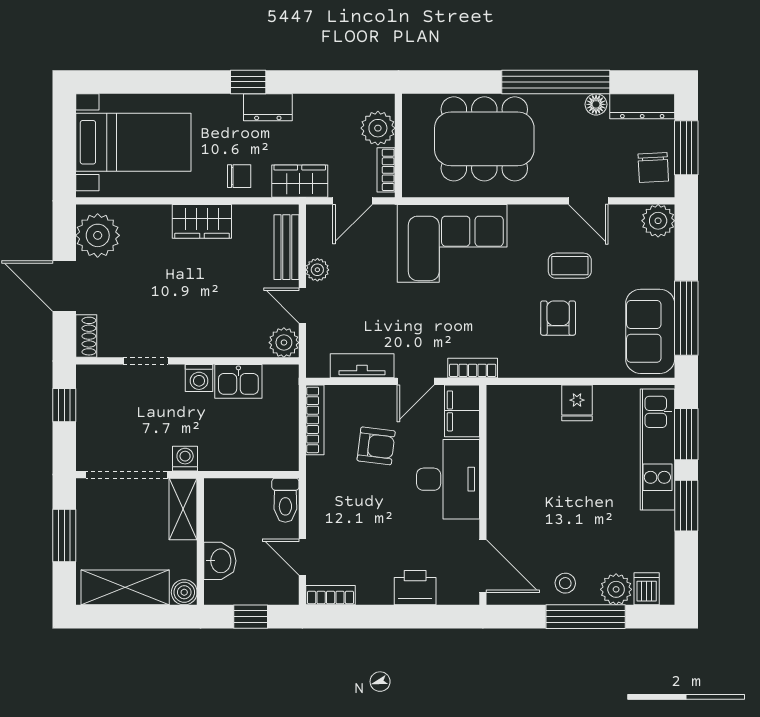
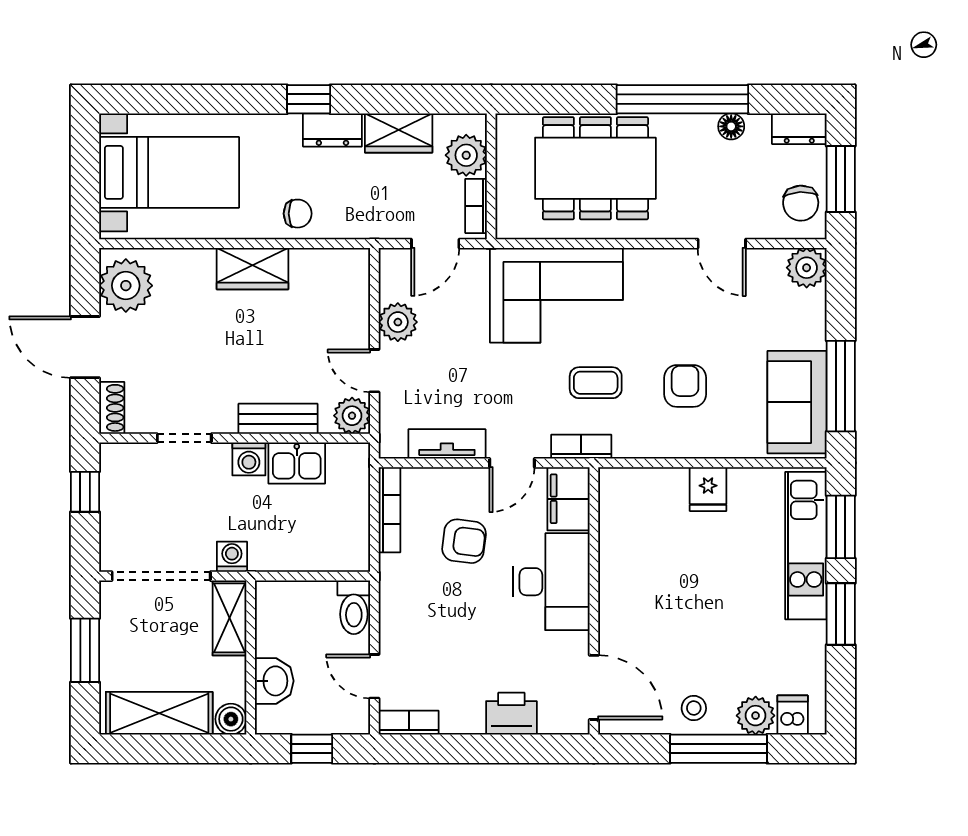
dresser: (642, 106) -> (799, 129), width x0.70
wardrobe: (300, 181) -> (399, 133), moved, turned 180
bench: (286, 247) -> (278, 419), moved, turned 90
coffee table: (570, 266) -> (596, 383), moved
plant: (317, 270) -> (398, 322), width x1.38, depth x1.38

